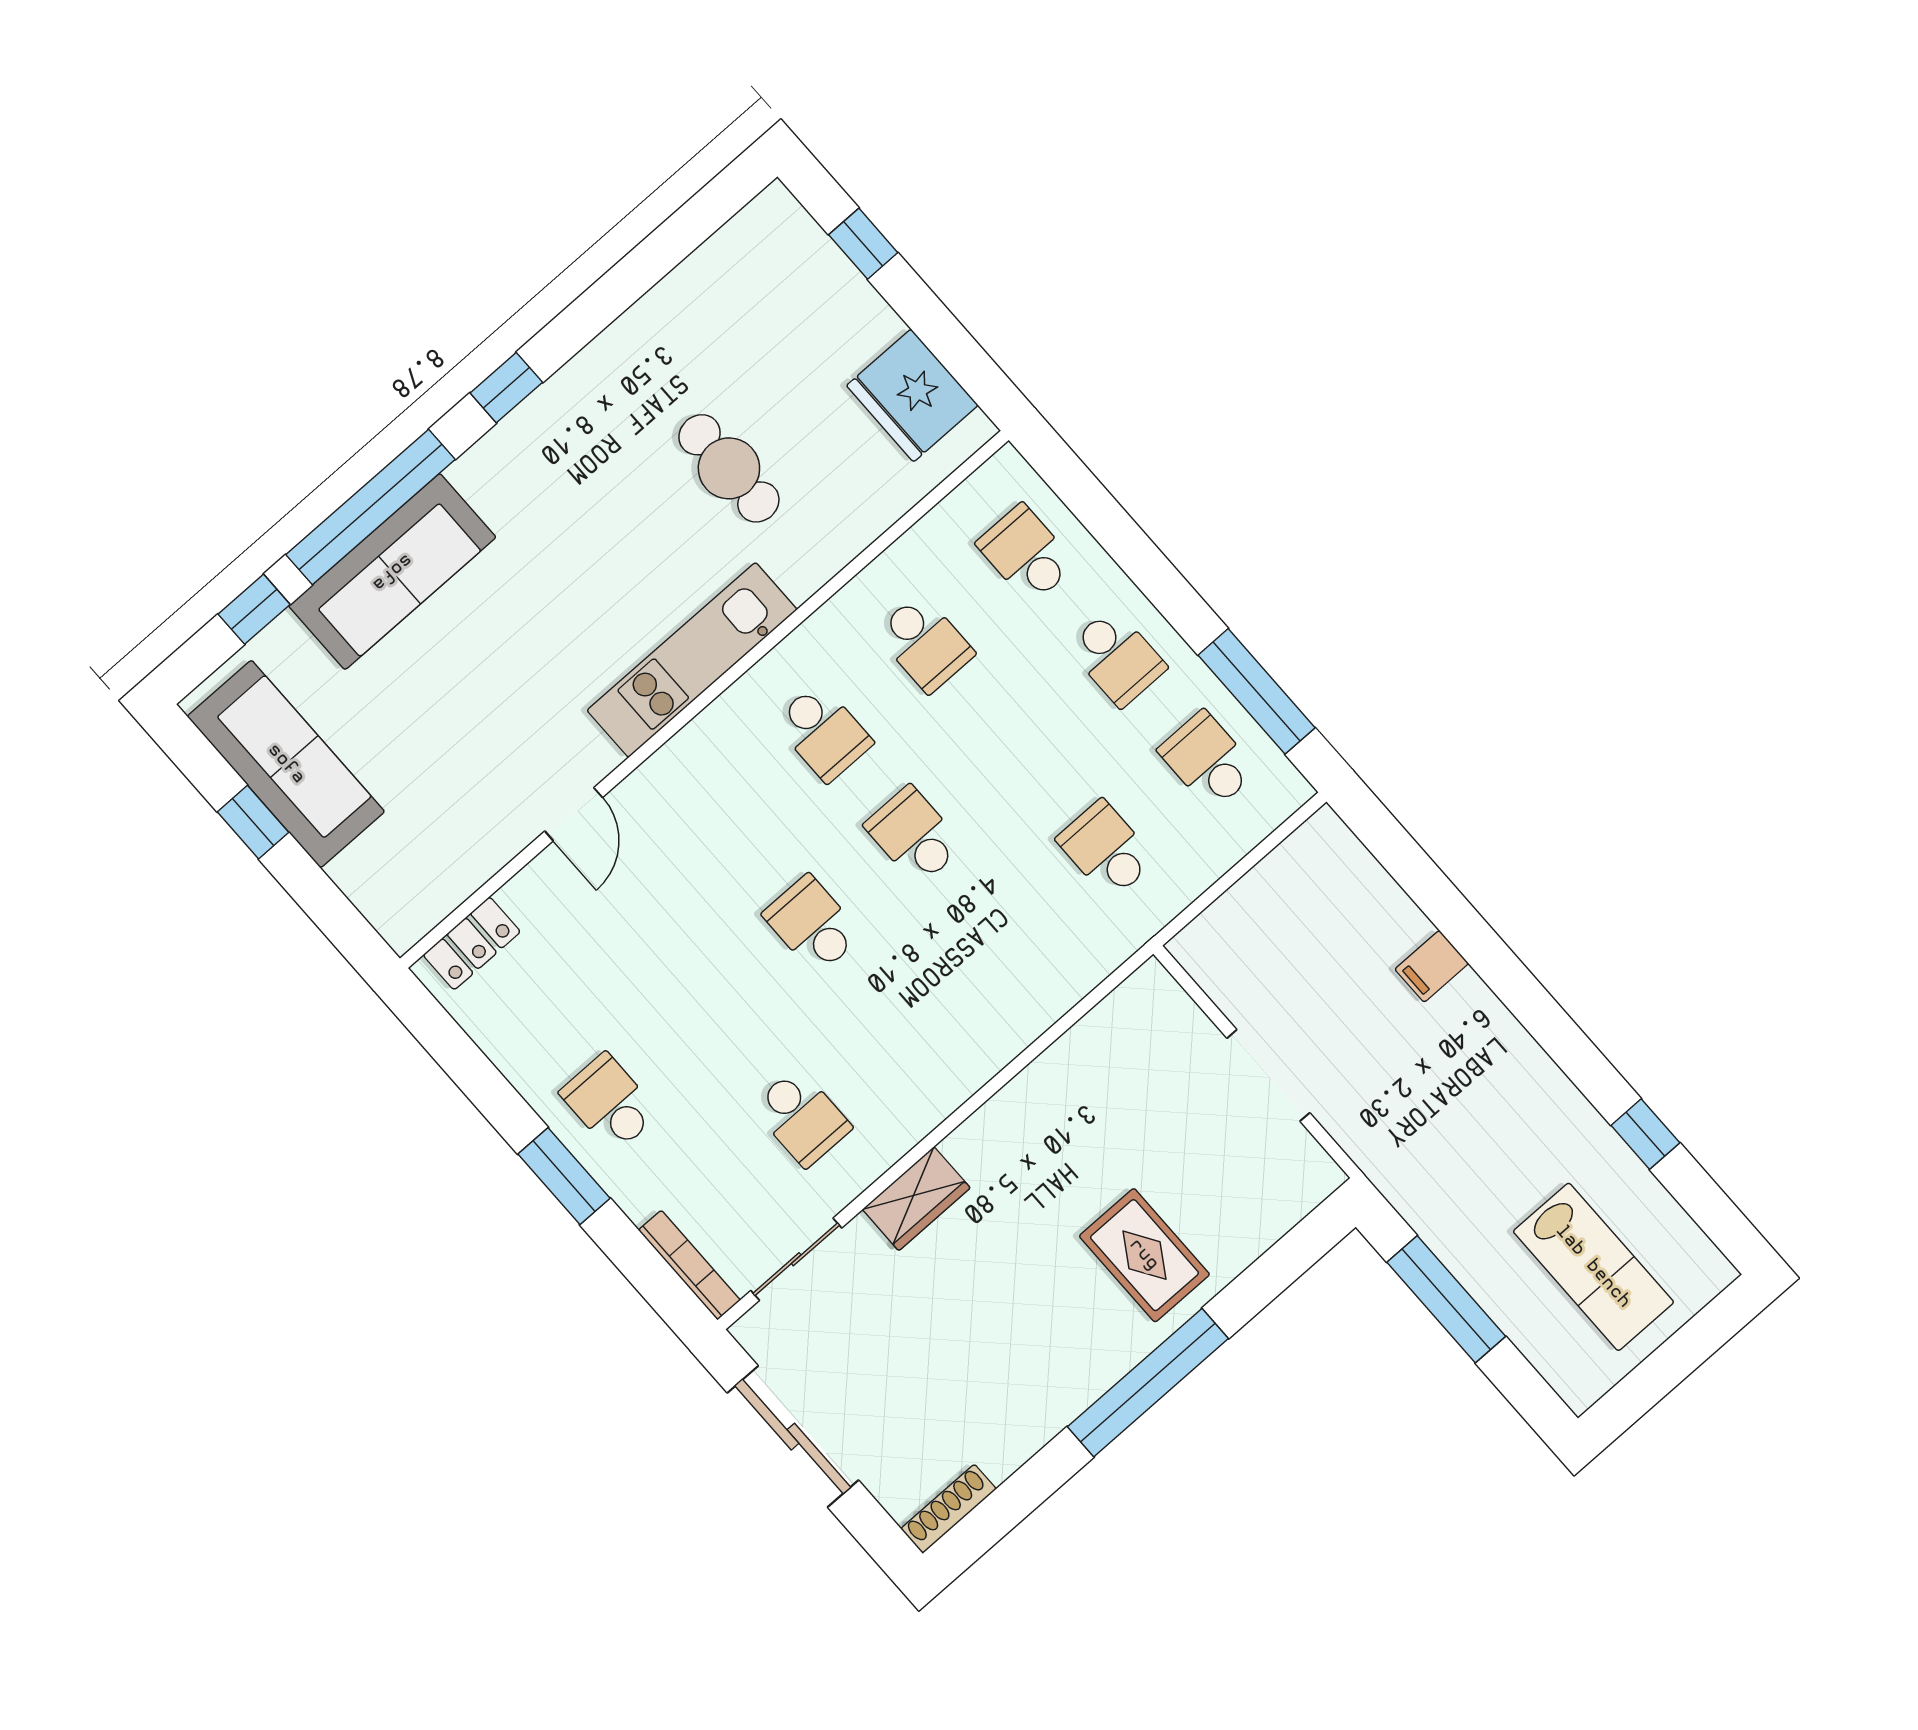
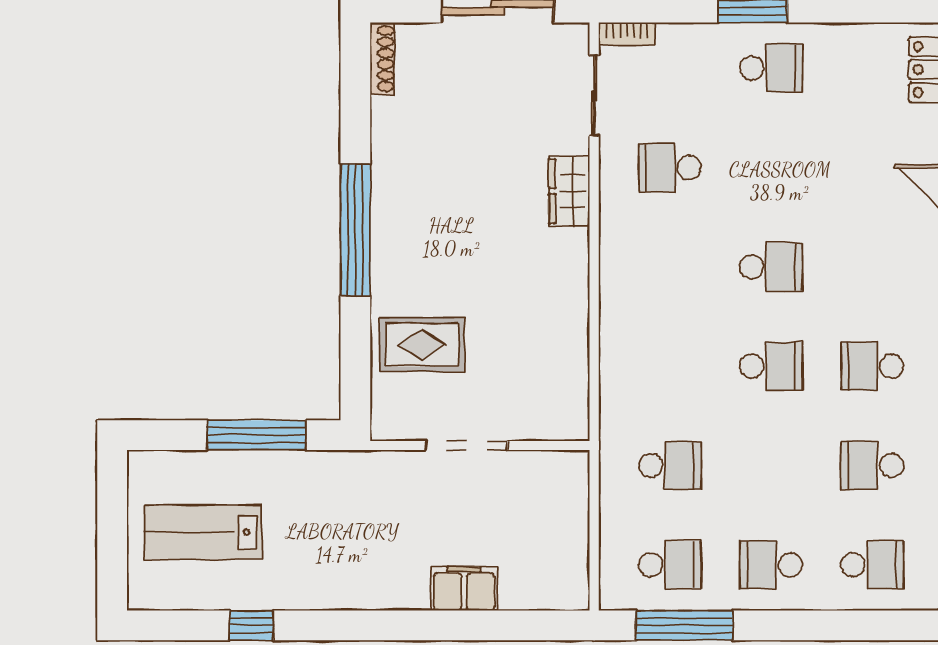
filing cabinet: (1432, 966) -> (464, 589), width x2.00
rug: (1144, 1255) -> (422, 345), moved
bookcase: (689, 1265) -> (627, 34), width x0.64

